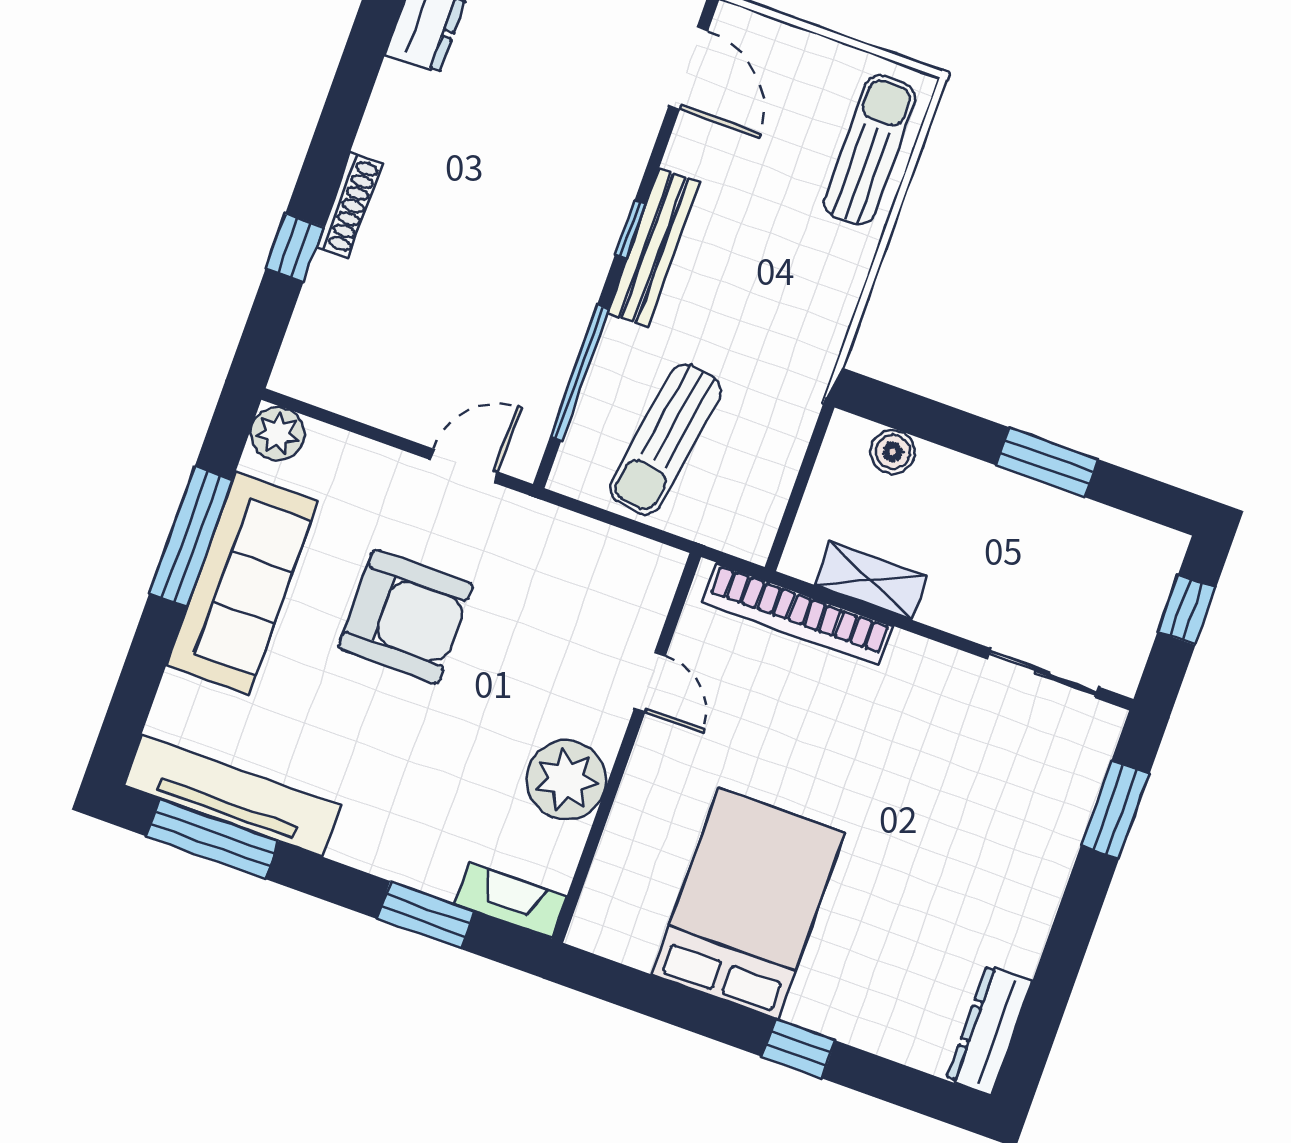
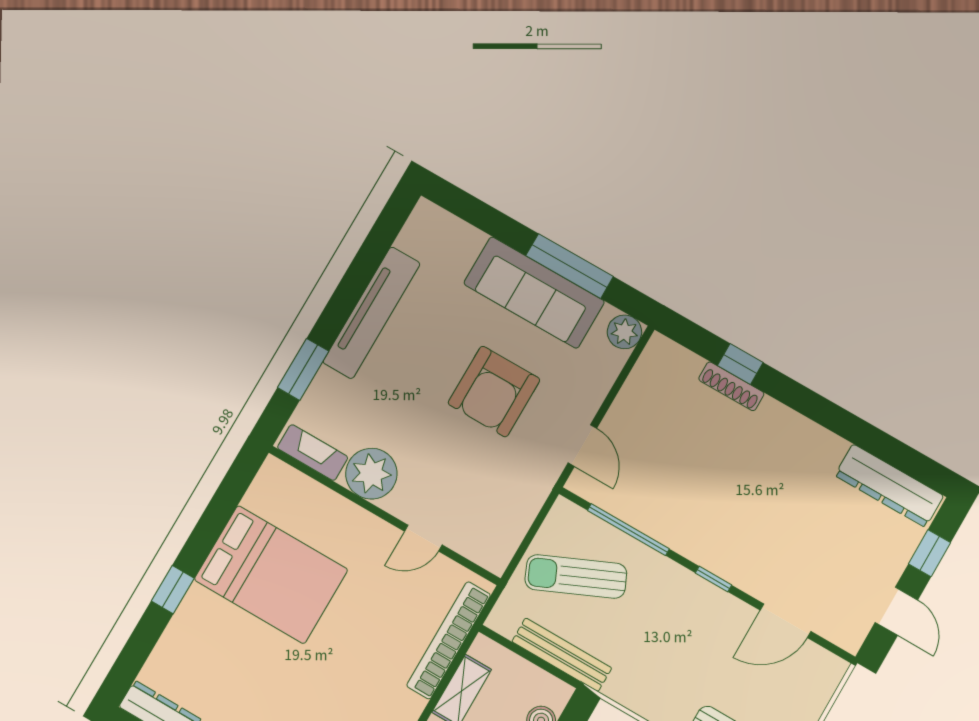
door: (688, 68) -> (785, 621), moved
shoe rack: (349, 205) -> (731, 386), moved
bench: (653, 248) -> (562, 655), moved
sun lounger: (665, 439) -> (576, 576), turned -33
tv unit: (232, 796) -> (372, 313), moved
window: (212, 839) -> (377, 245), removed
fireplace: (510, 900) -> (313, 453), moved, turned -90

